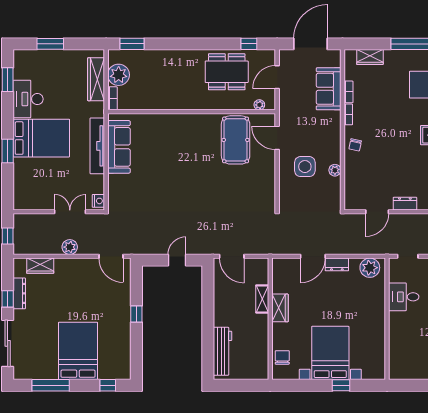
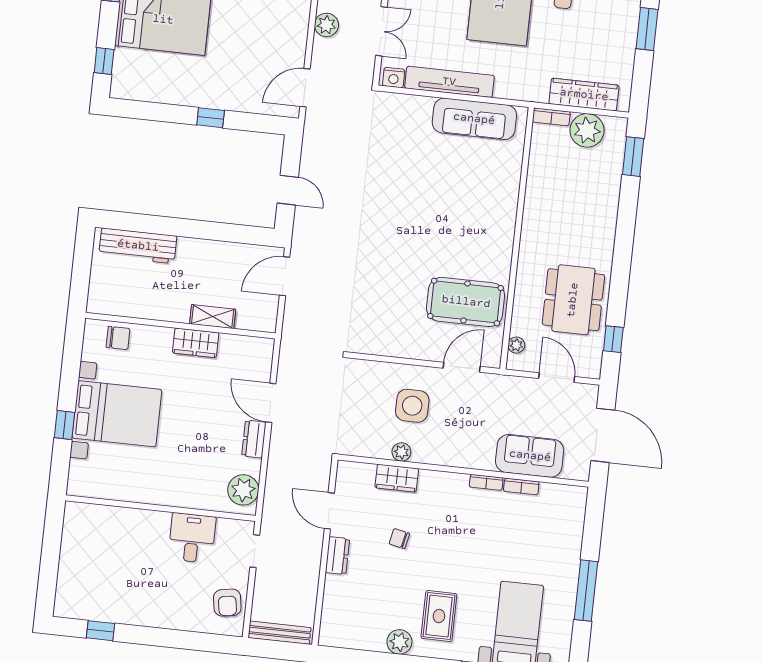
wardrobe: (370, 57) -> (397, 478), moved, turned -90
chair: (355, 145) -> (399, 539), moved
tv unit: (97, 146) -> (449, 82), moved

